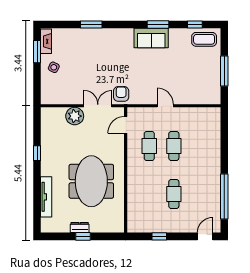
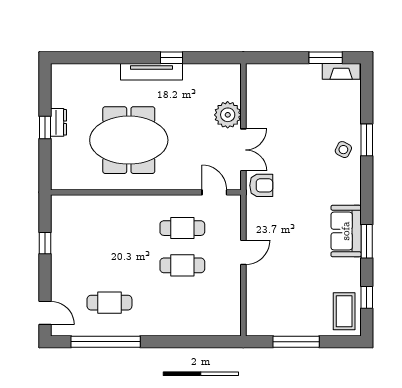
side table: (54, 67) -> (343, 150), moved
cafe table: (174, 194) -> (109, 303), moved
tv unit: (46, 197) -> (151, 72), moved

